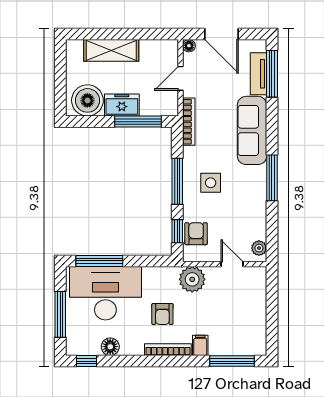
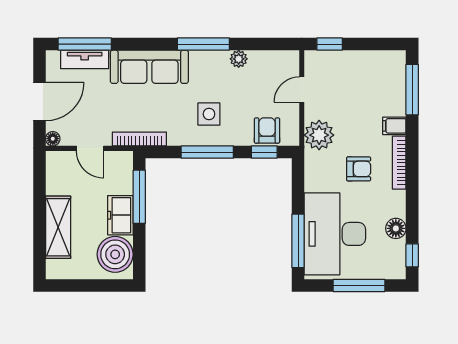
armchair: (196, 234) -> (267, 131), turned 90
plant: (259, 248) -> (239, 59), moved
window: (272, 289) -> (330, 44), added

